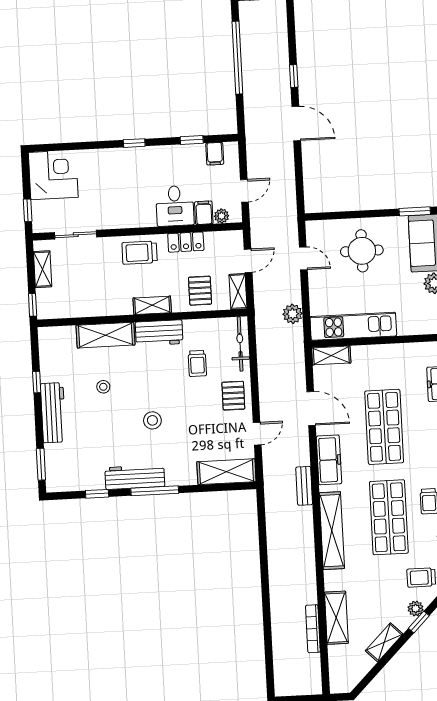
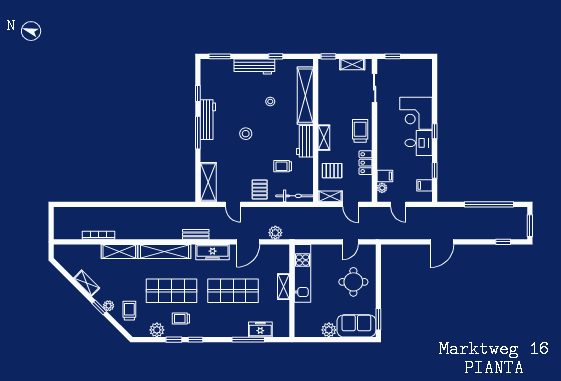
window: (294, 76) -> (503, 242), moved
corner desk: (53, 175) -> (416, 113), moved, turned 90
desk: (175, 206) -> (419, 143), moved, turned 180
plant: (293, 314) -> (275, 233), moved
shelving: (106, 335) -> (305, 96), width x1.47
shelving: (331, 355) -> (283, 287), moved
pallet: (233, 396) -> (260, 189), turned 90
shelving: (336, 618) -> (119, 252), moved

